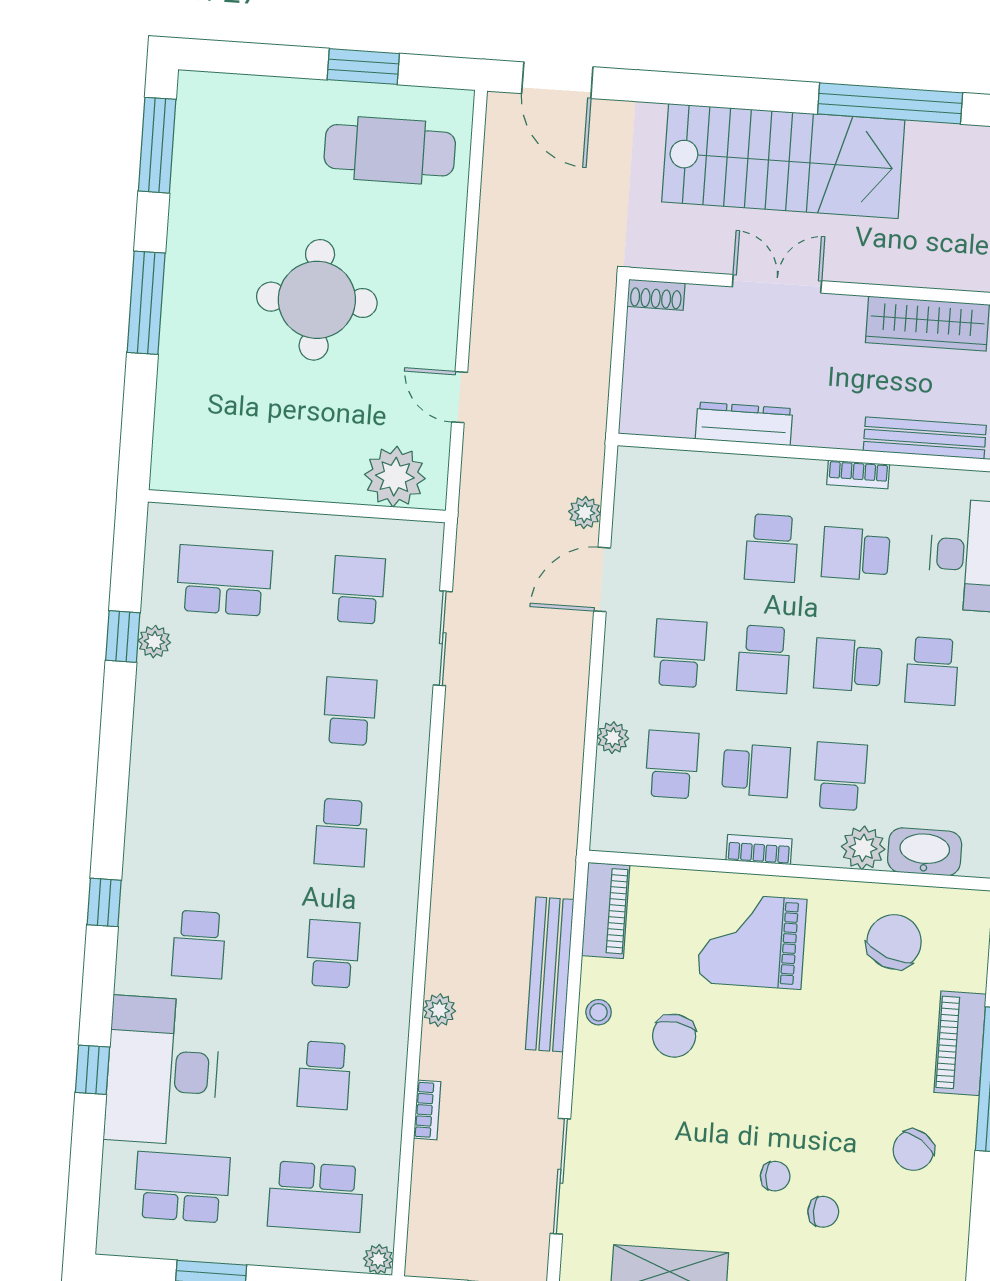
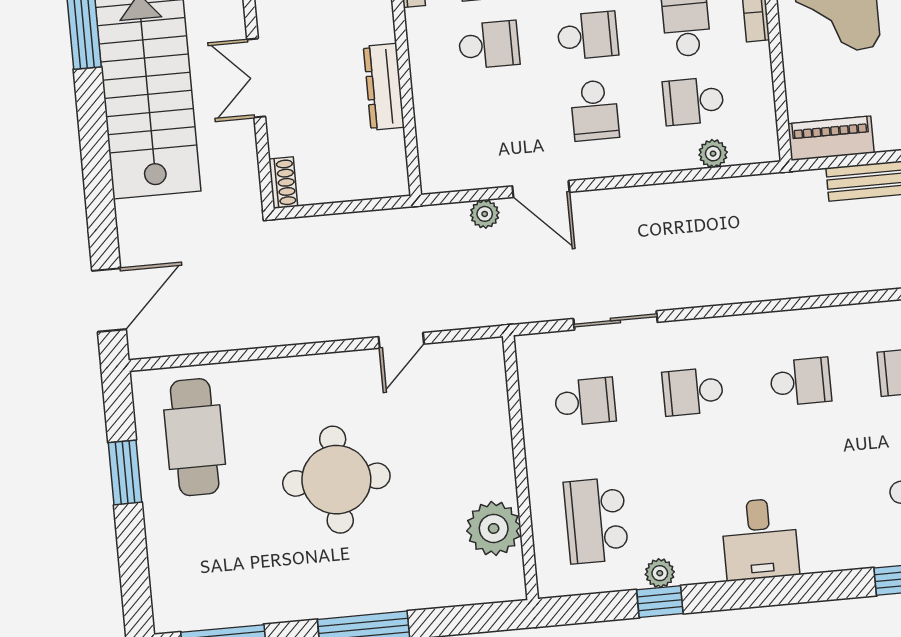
plant: (395, 477) -> (494, 528), moved
school desk: (358, 590) -> (585, 402), turned 180
school desk: (680, 653) -> (595, 110), turned -90
plant: (613, 738) -> (713, 154), moved
desk: (174, 759) -> (760, 539), added

